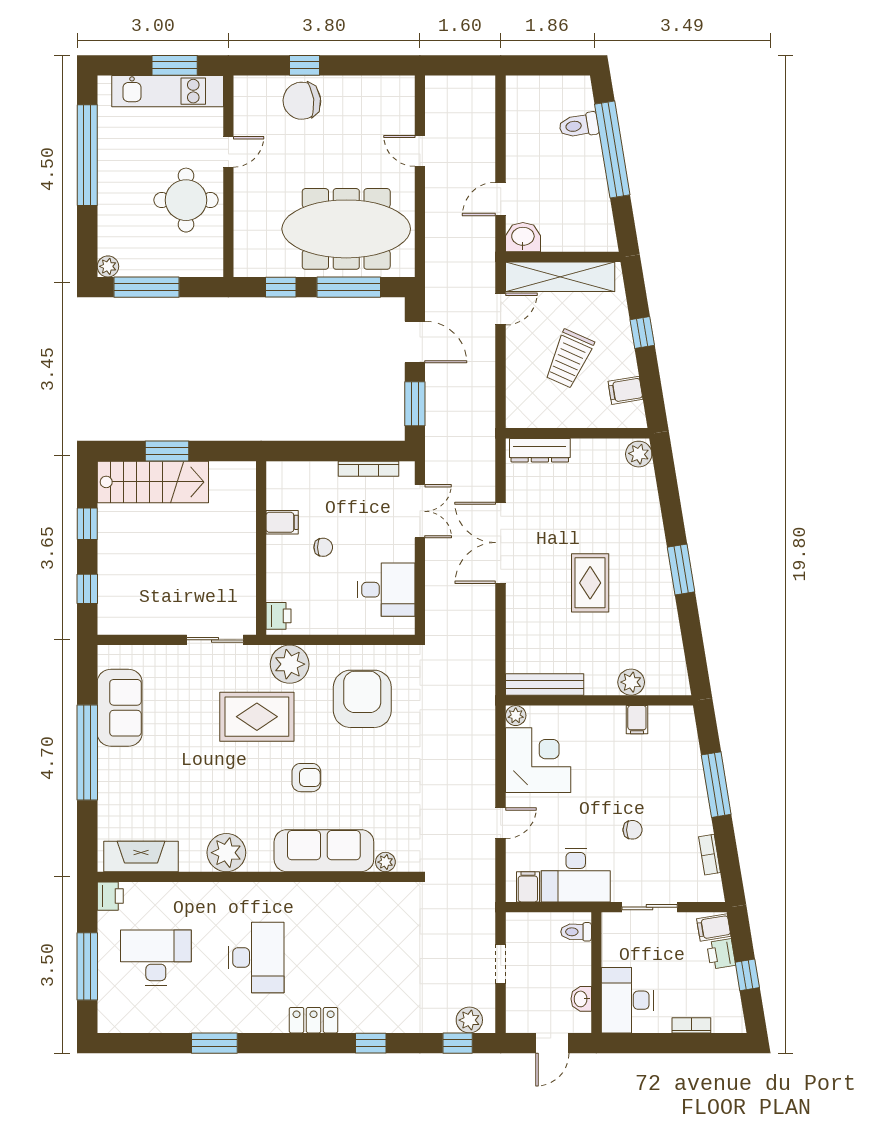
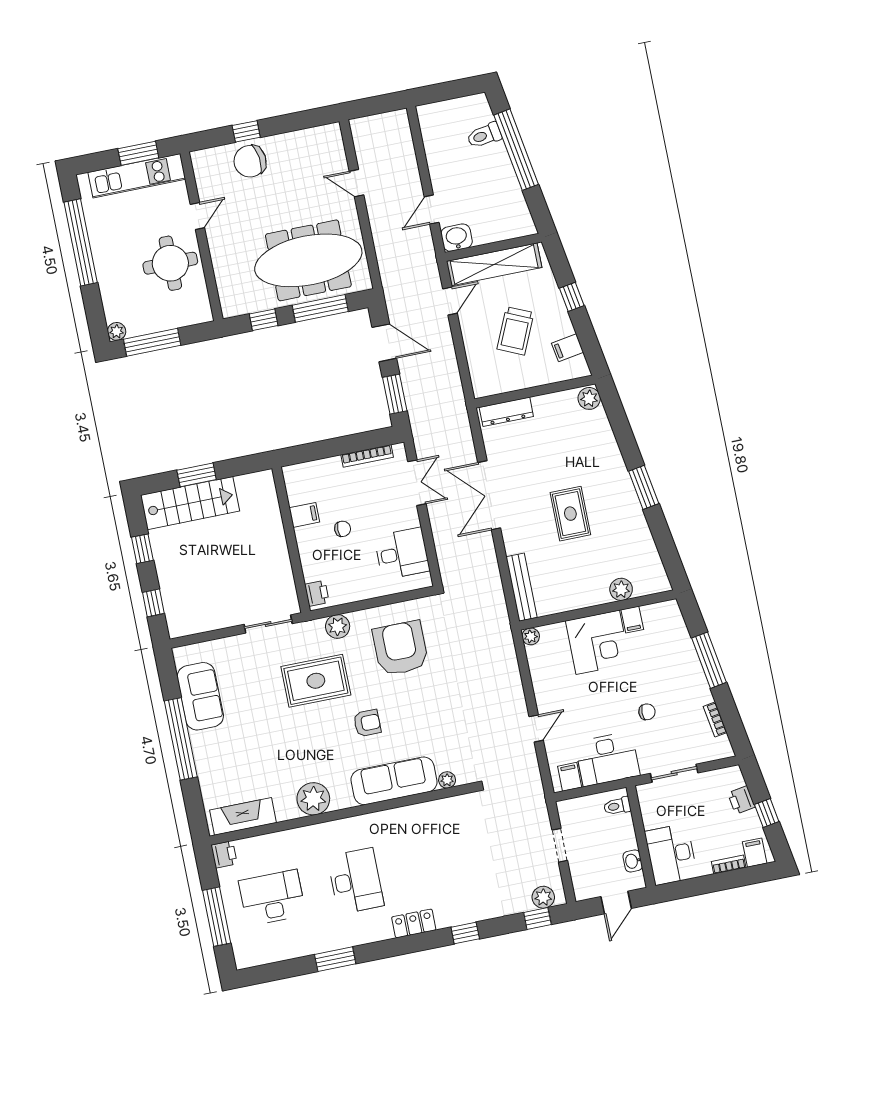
plant: (290, 664) -> (338, 627), width x0.73, depth x0.73
bench: (545, 684) -> (521, 587), moved, turned 90
corner desk: (538, 760) -> (598, 642), moved, turned 90
filing cabinet: (714, 927) -> (755, 853), moved, turned 99

